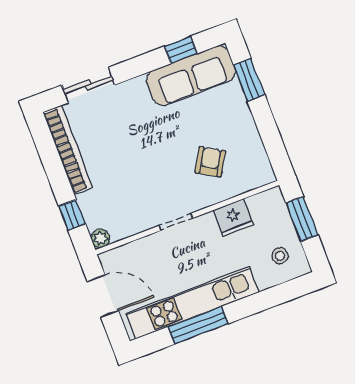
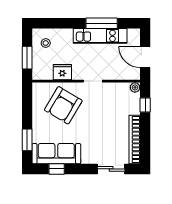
armchair: (210, 162) -> (63, 105), width x1.88, depth x1.88
kitchen unit: (193, 303) -> (100, 36), width x0.73

